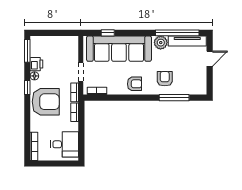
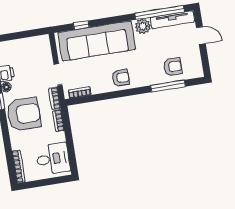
door: (210, 59) -> (201, 36), hinge flipped
armchair: (165, 79) -> (173, 67), moved, turned 90

